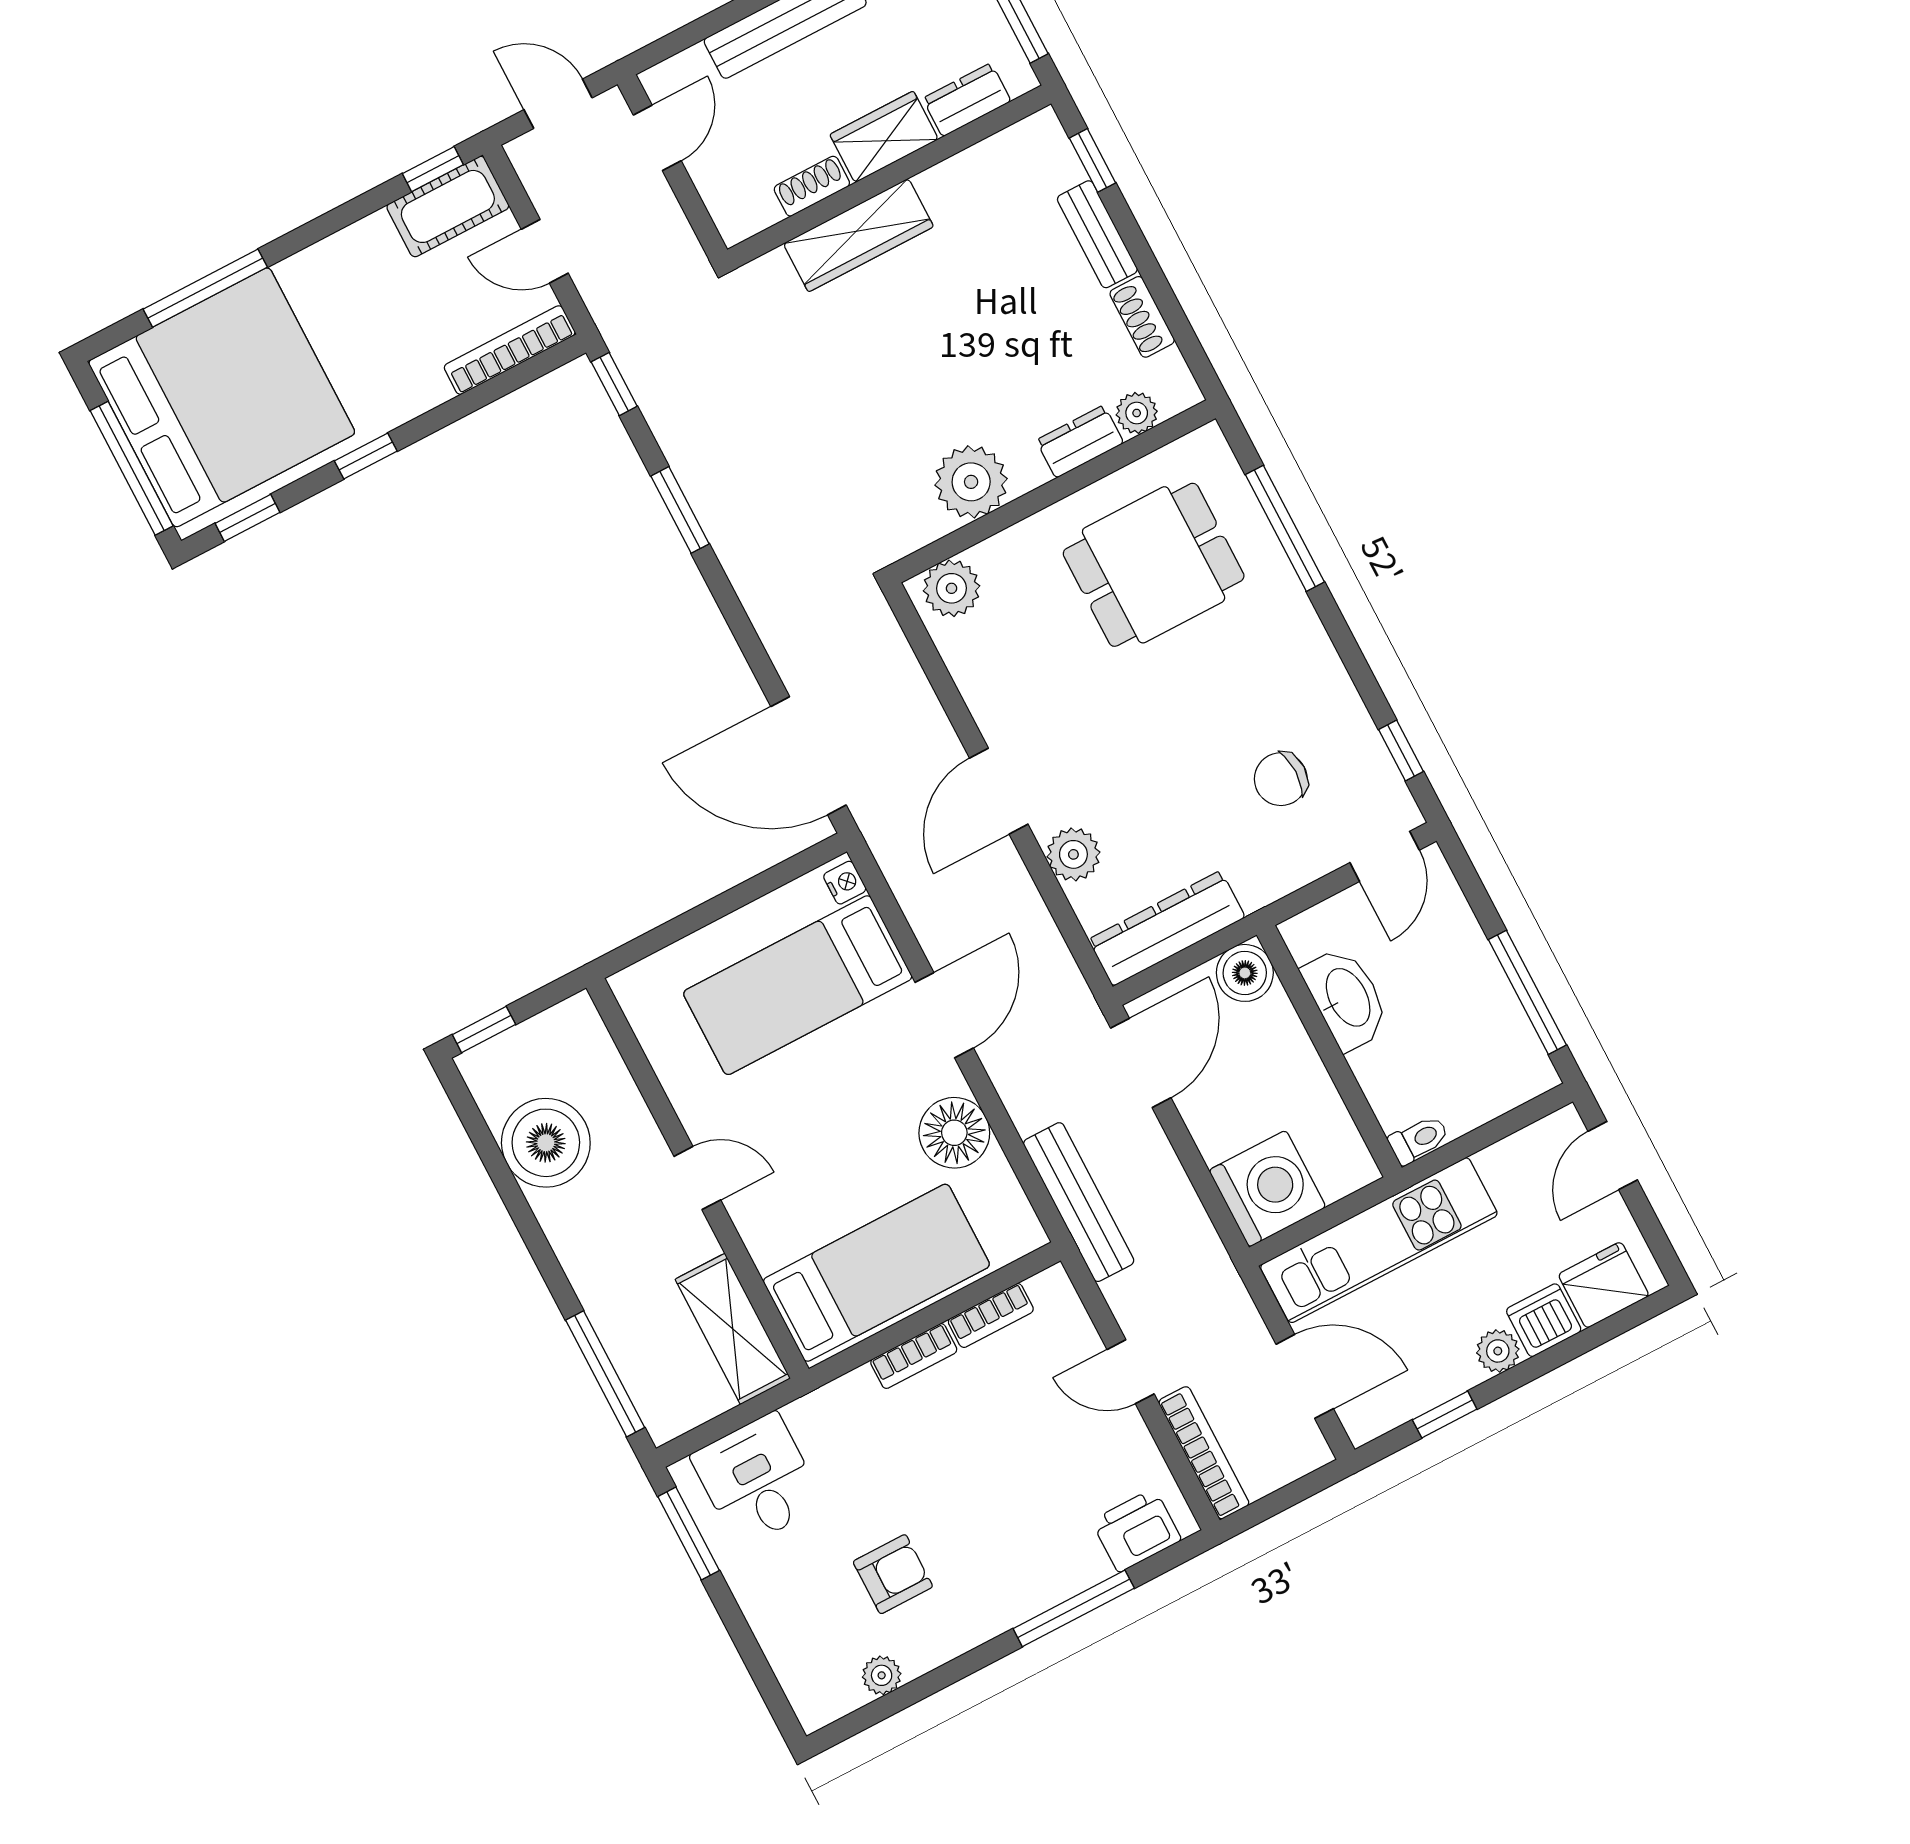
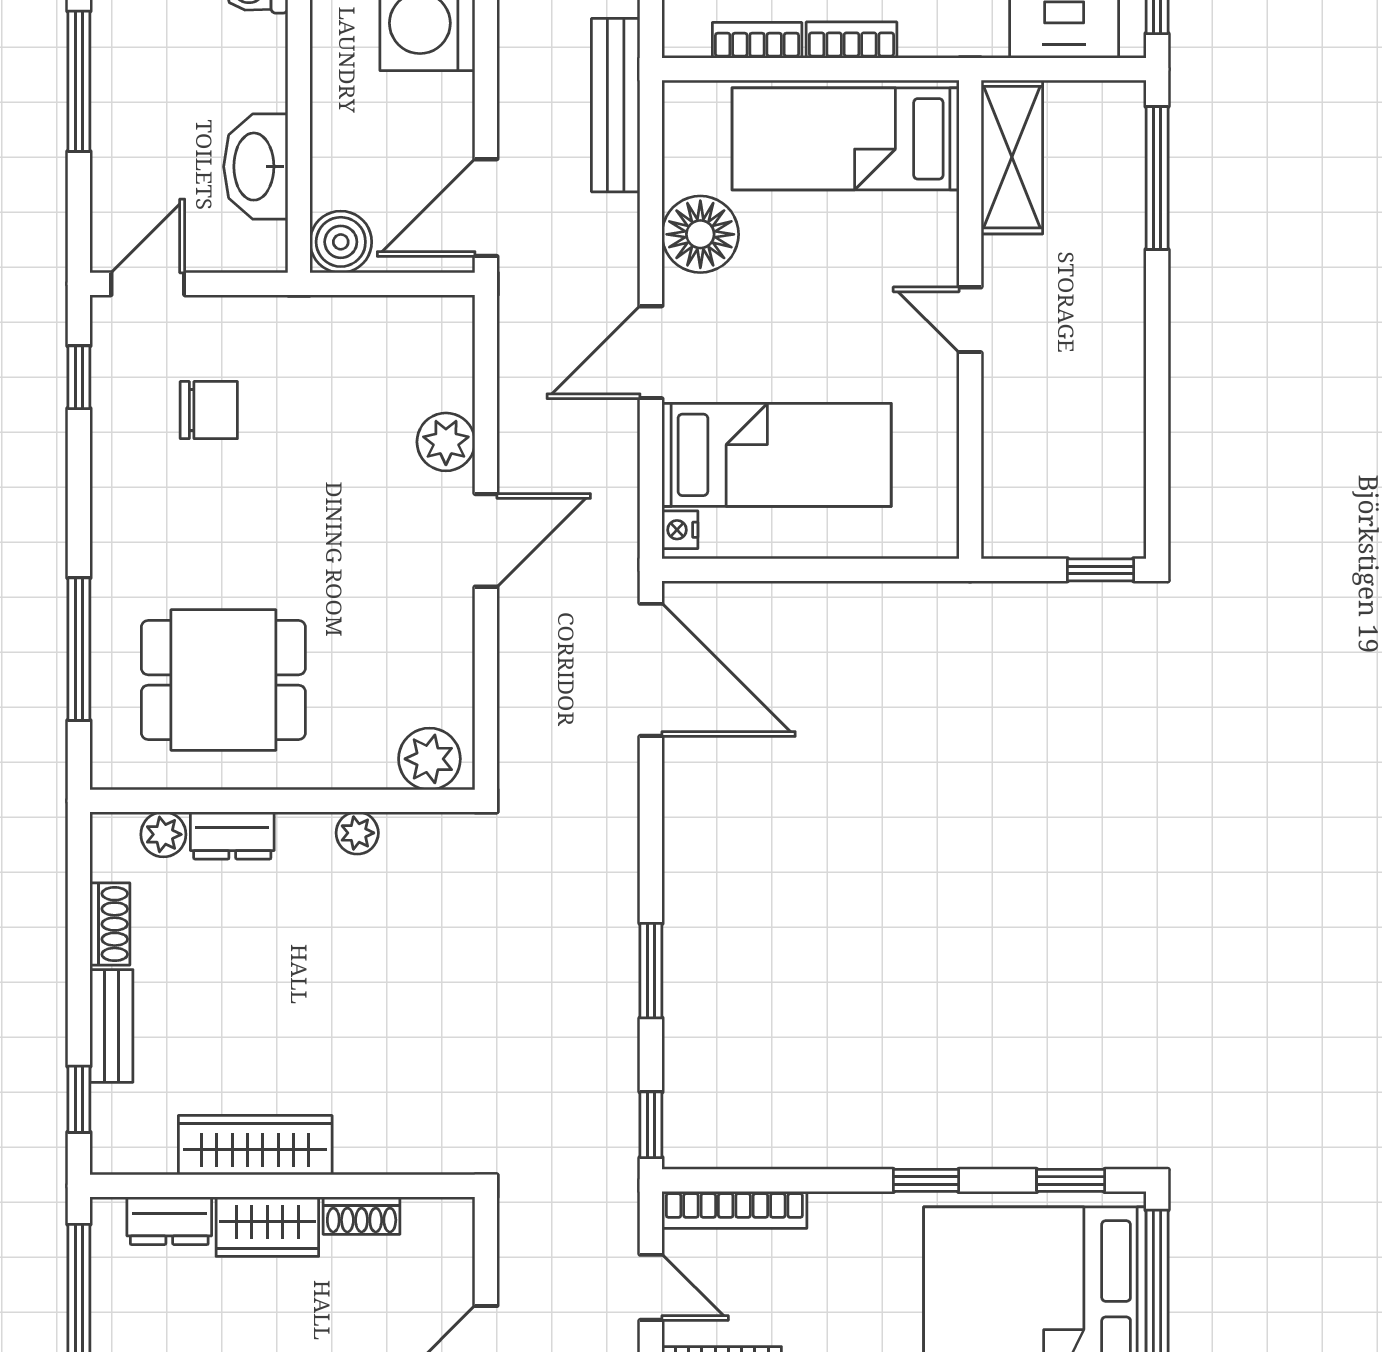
wardrobe: (858, 235) -> (255, 1145), moved
plant: (971, 482) -> (357, 833), width x0.53, depth x0.53
dresser: (1167, 928) -> (393, 324), removed
boiler: (546, 1143) -> (1098, 430), removed

